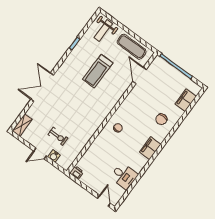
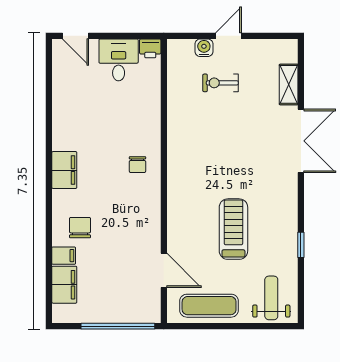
filing cabinet: (177, 113) -> (64, 256), added
shelving: (22, 125) -> (289, 84), moved
desk: (124, 176) -> (119, 60), moved, turned 90

